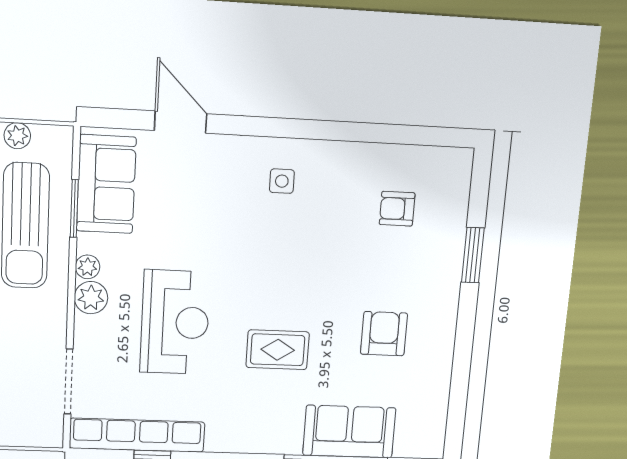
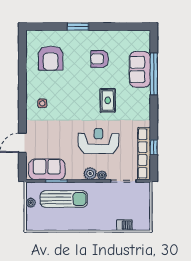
armchair: (397, 209) -> (51, 58), width x1.88, depth x1.88
window: (473, 255) -> (78, 27), moved
plant: (88, 267) -> (102, 175), moved

